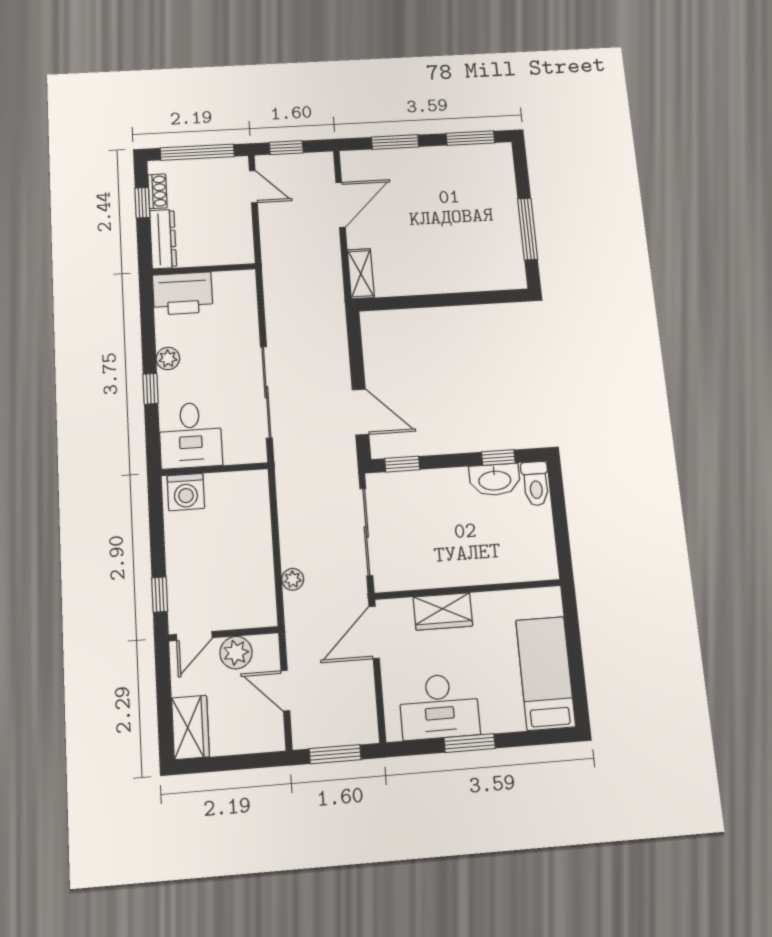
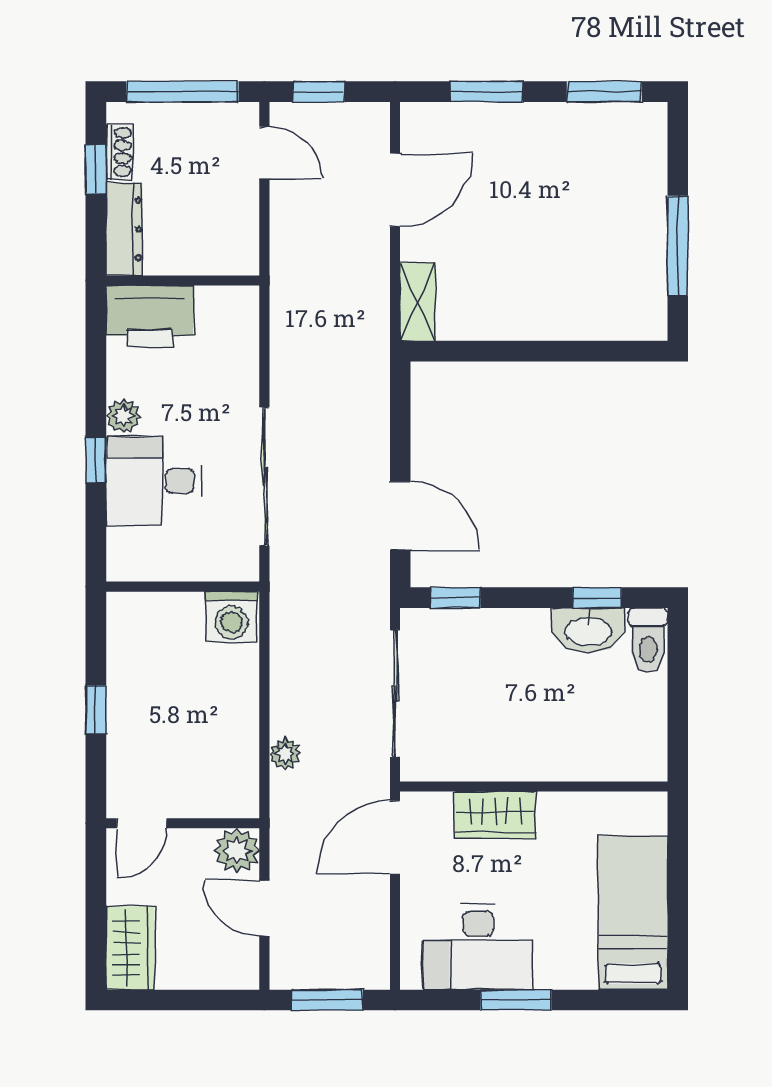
desk: (190, 435) -> (154, 481), moved, turned 90
washing machine: (186, 492) -> (231, 617), moved
window: (160, 595) -> (96, 709), moved
plant: (236, 653) -> (237, 851), moved

